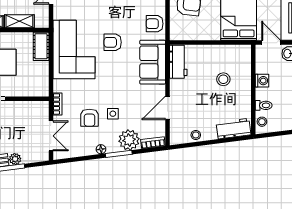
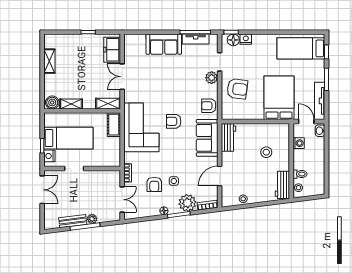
shelving: (19, 21) -> (108, 104), moved
washing machine: (262, 81) -> (299, 143), moved
workbench: (234, 129) -> (282, 185), moved, turned -83

